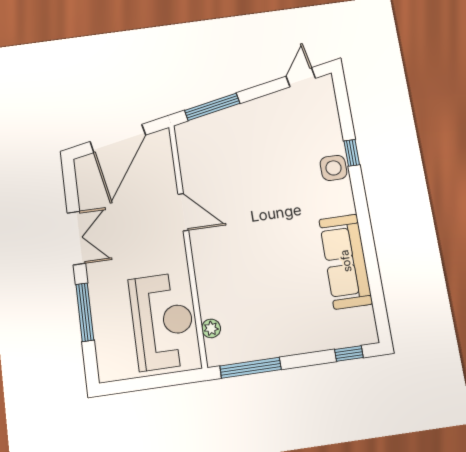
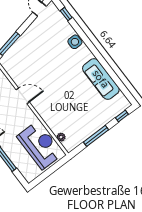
window: (352, 153) -> (66, 14), moved
window: (251, 368) -> (96, 136), moved

